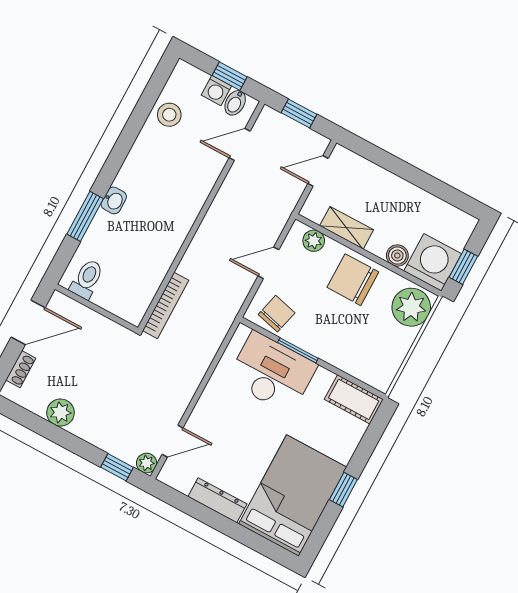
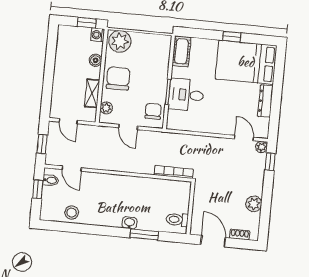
washing machine: (216, 91) -> (48, 193), removed
washing machine: (433, 262) -> (98, 35), width x0.53, depth x0.53
chair: (353, 280) -> (118, 78), turned 180
chair: (277, 314) -> (153, 111), turned 76
desk: (272, 373) -> (186, 95), width x0.73

